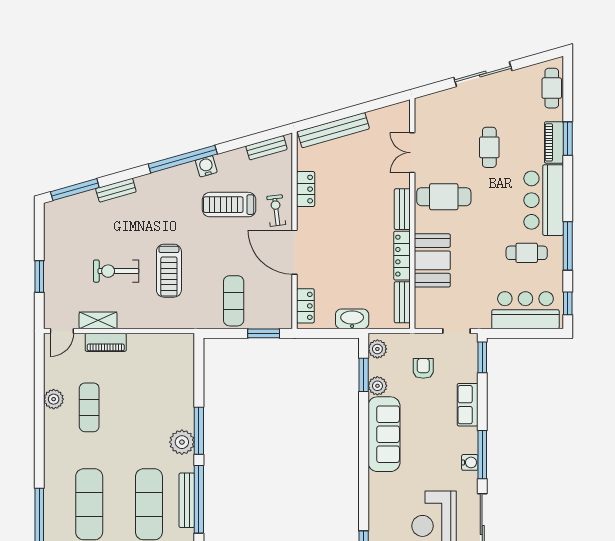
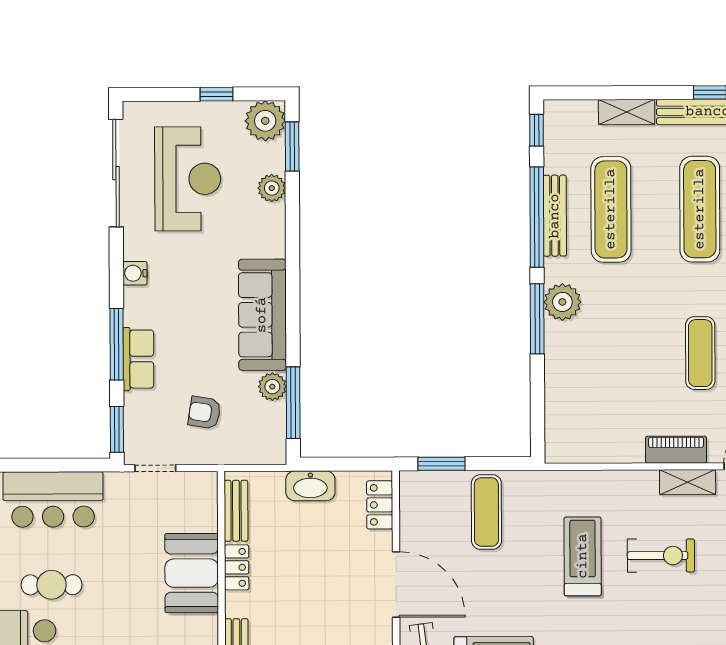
locker: (402, 256) -> (237, 567), width x0.66
plant: (377, 349) -> (272, 188), moved
armchair: (423, 368) -> (204, 413), turned 99
window: (364, 375) -> (293, 403), width x1.44
window: (482, 455) -> (117, 344), moved

